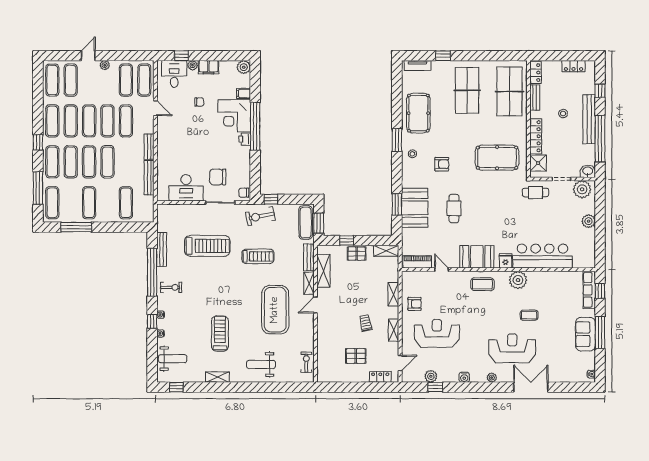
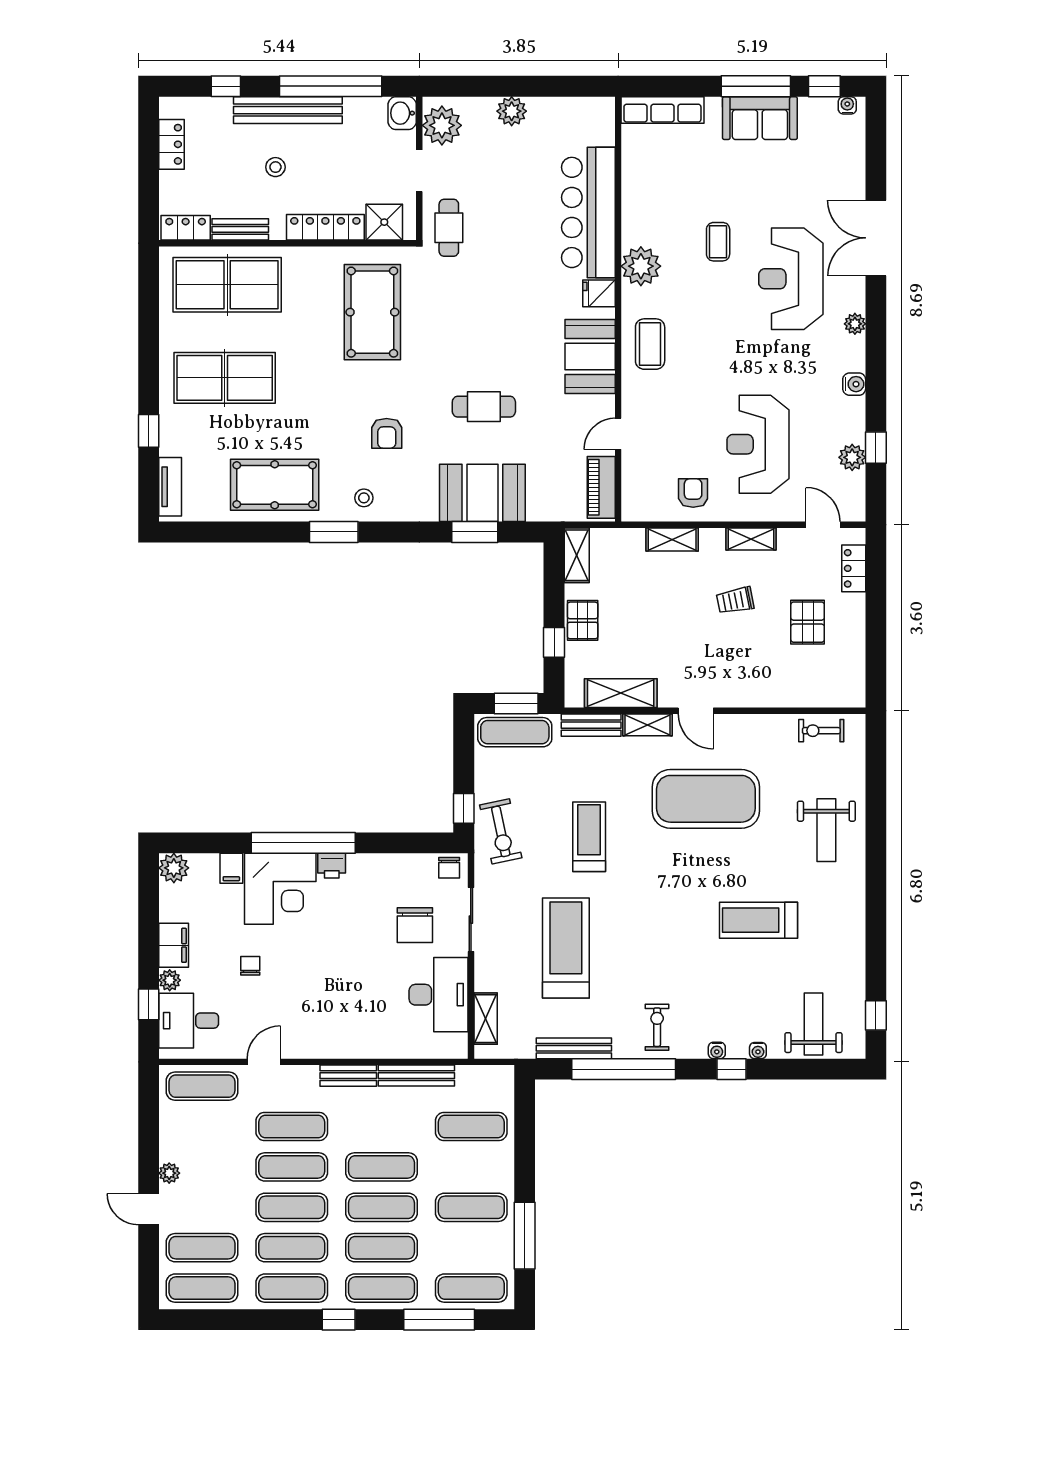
exercise mat: (126, 80) -> (202, 1127), removed
armchair: (442, 164) -> (387, 433), turned 180
window: (600, 291) -> (824, 86), moved
shelving: (217, 377) -> (486, 1019), moved

